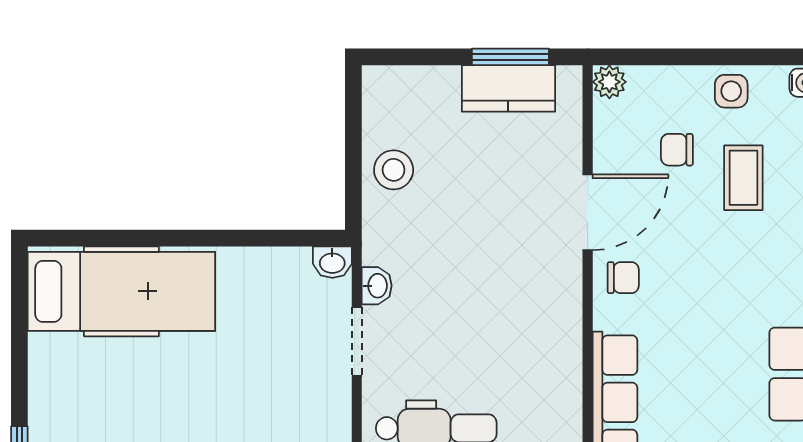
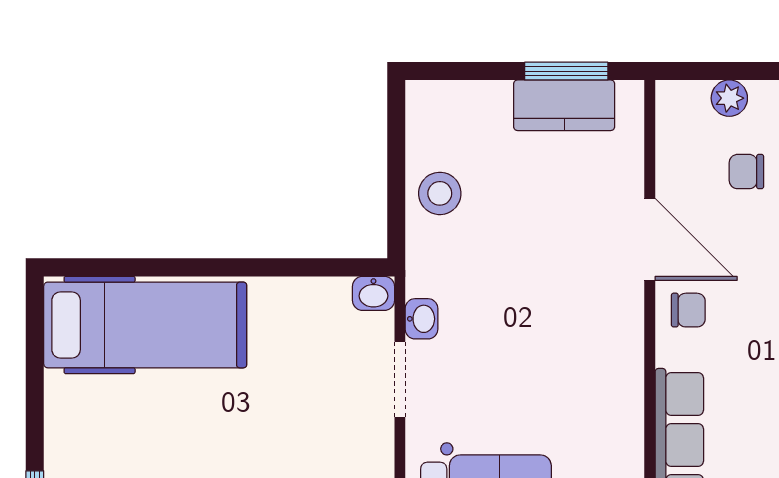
plant: (609, 82) -> (729, 98), moved
door: (588, 212) -> (650, 239), hinge flipped

